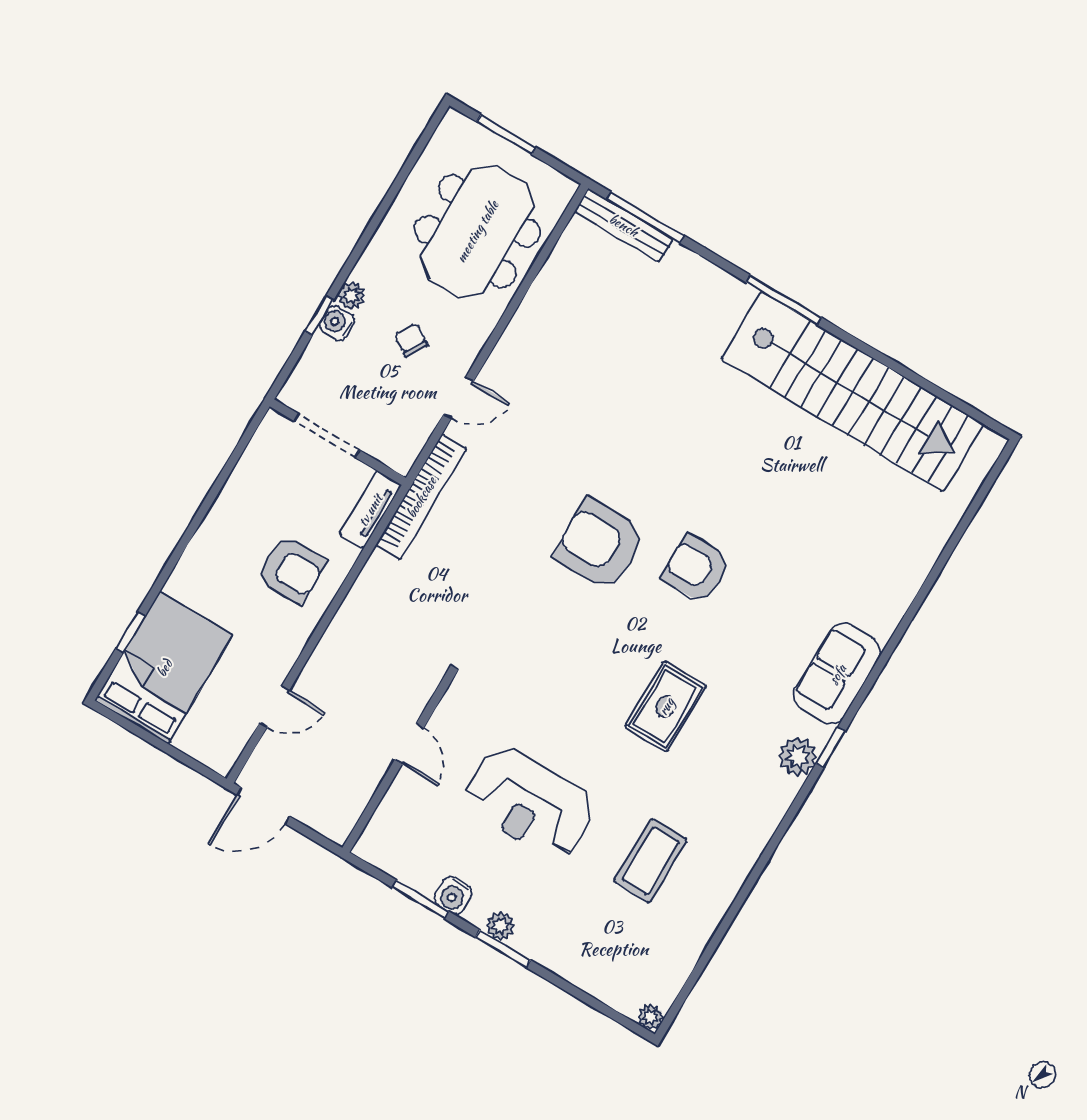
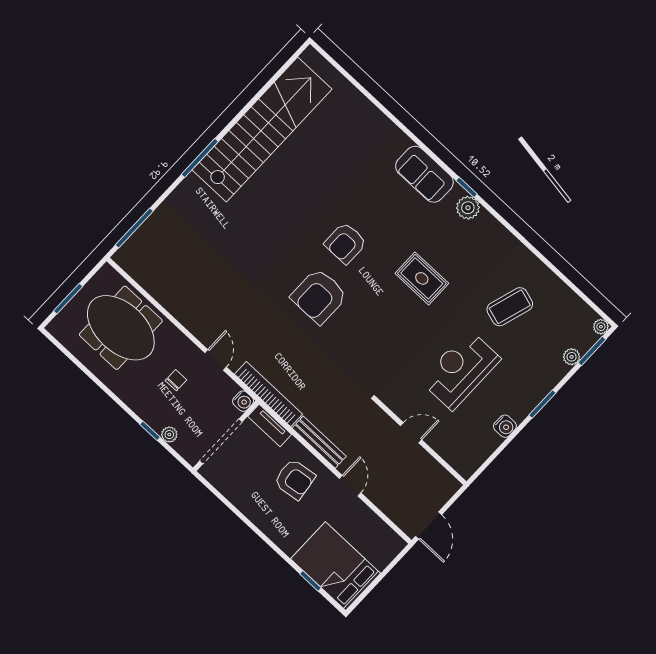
bench: (624, 225) -> (319, 442), moved, turned 90
plant: (351, 295) -> (169, 435), moved
water cooler: (337, 323) -> (243, 401), moved, turned -90
chair: (411, 340) -> (176, 380), turned 149
doorway: (327, 436) -> (221, 441), width x1.36
armchair: (291, 570) -> (295, 479), turned 82
door: (274, 707) -> (350, 486), moved
reception desk: (530, 802) -> (460, 370), turned 180
coffee table: (651, 861) -> (510, 307), turned -73
window: (420, 899) -> (592, 351), moved
plant: (500, 926) -> (572, 357), moved

